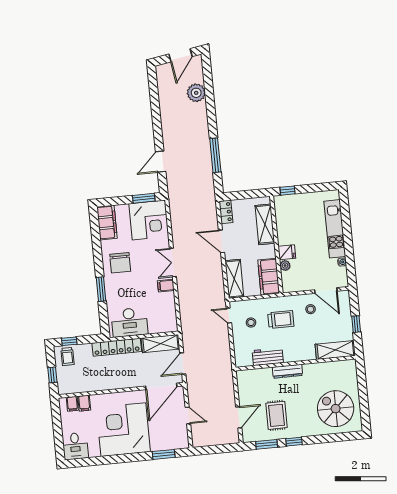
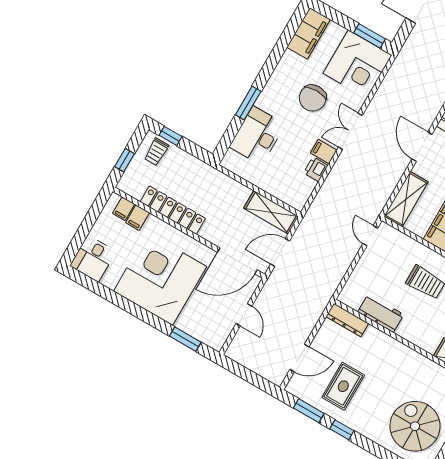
chair: (120, 263) -> (313, 98), moved
printer: (169, 299) -> (316, 169), added
desk: (129, 322) -> (257, 136), moved, turned 90
stool: (251, 322) -> (389, 261), removed
locker: (117, 347) -> (173, 210), moved, turned 180
dresser: (287, 371) -> (347, 320), moved

